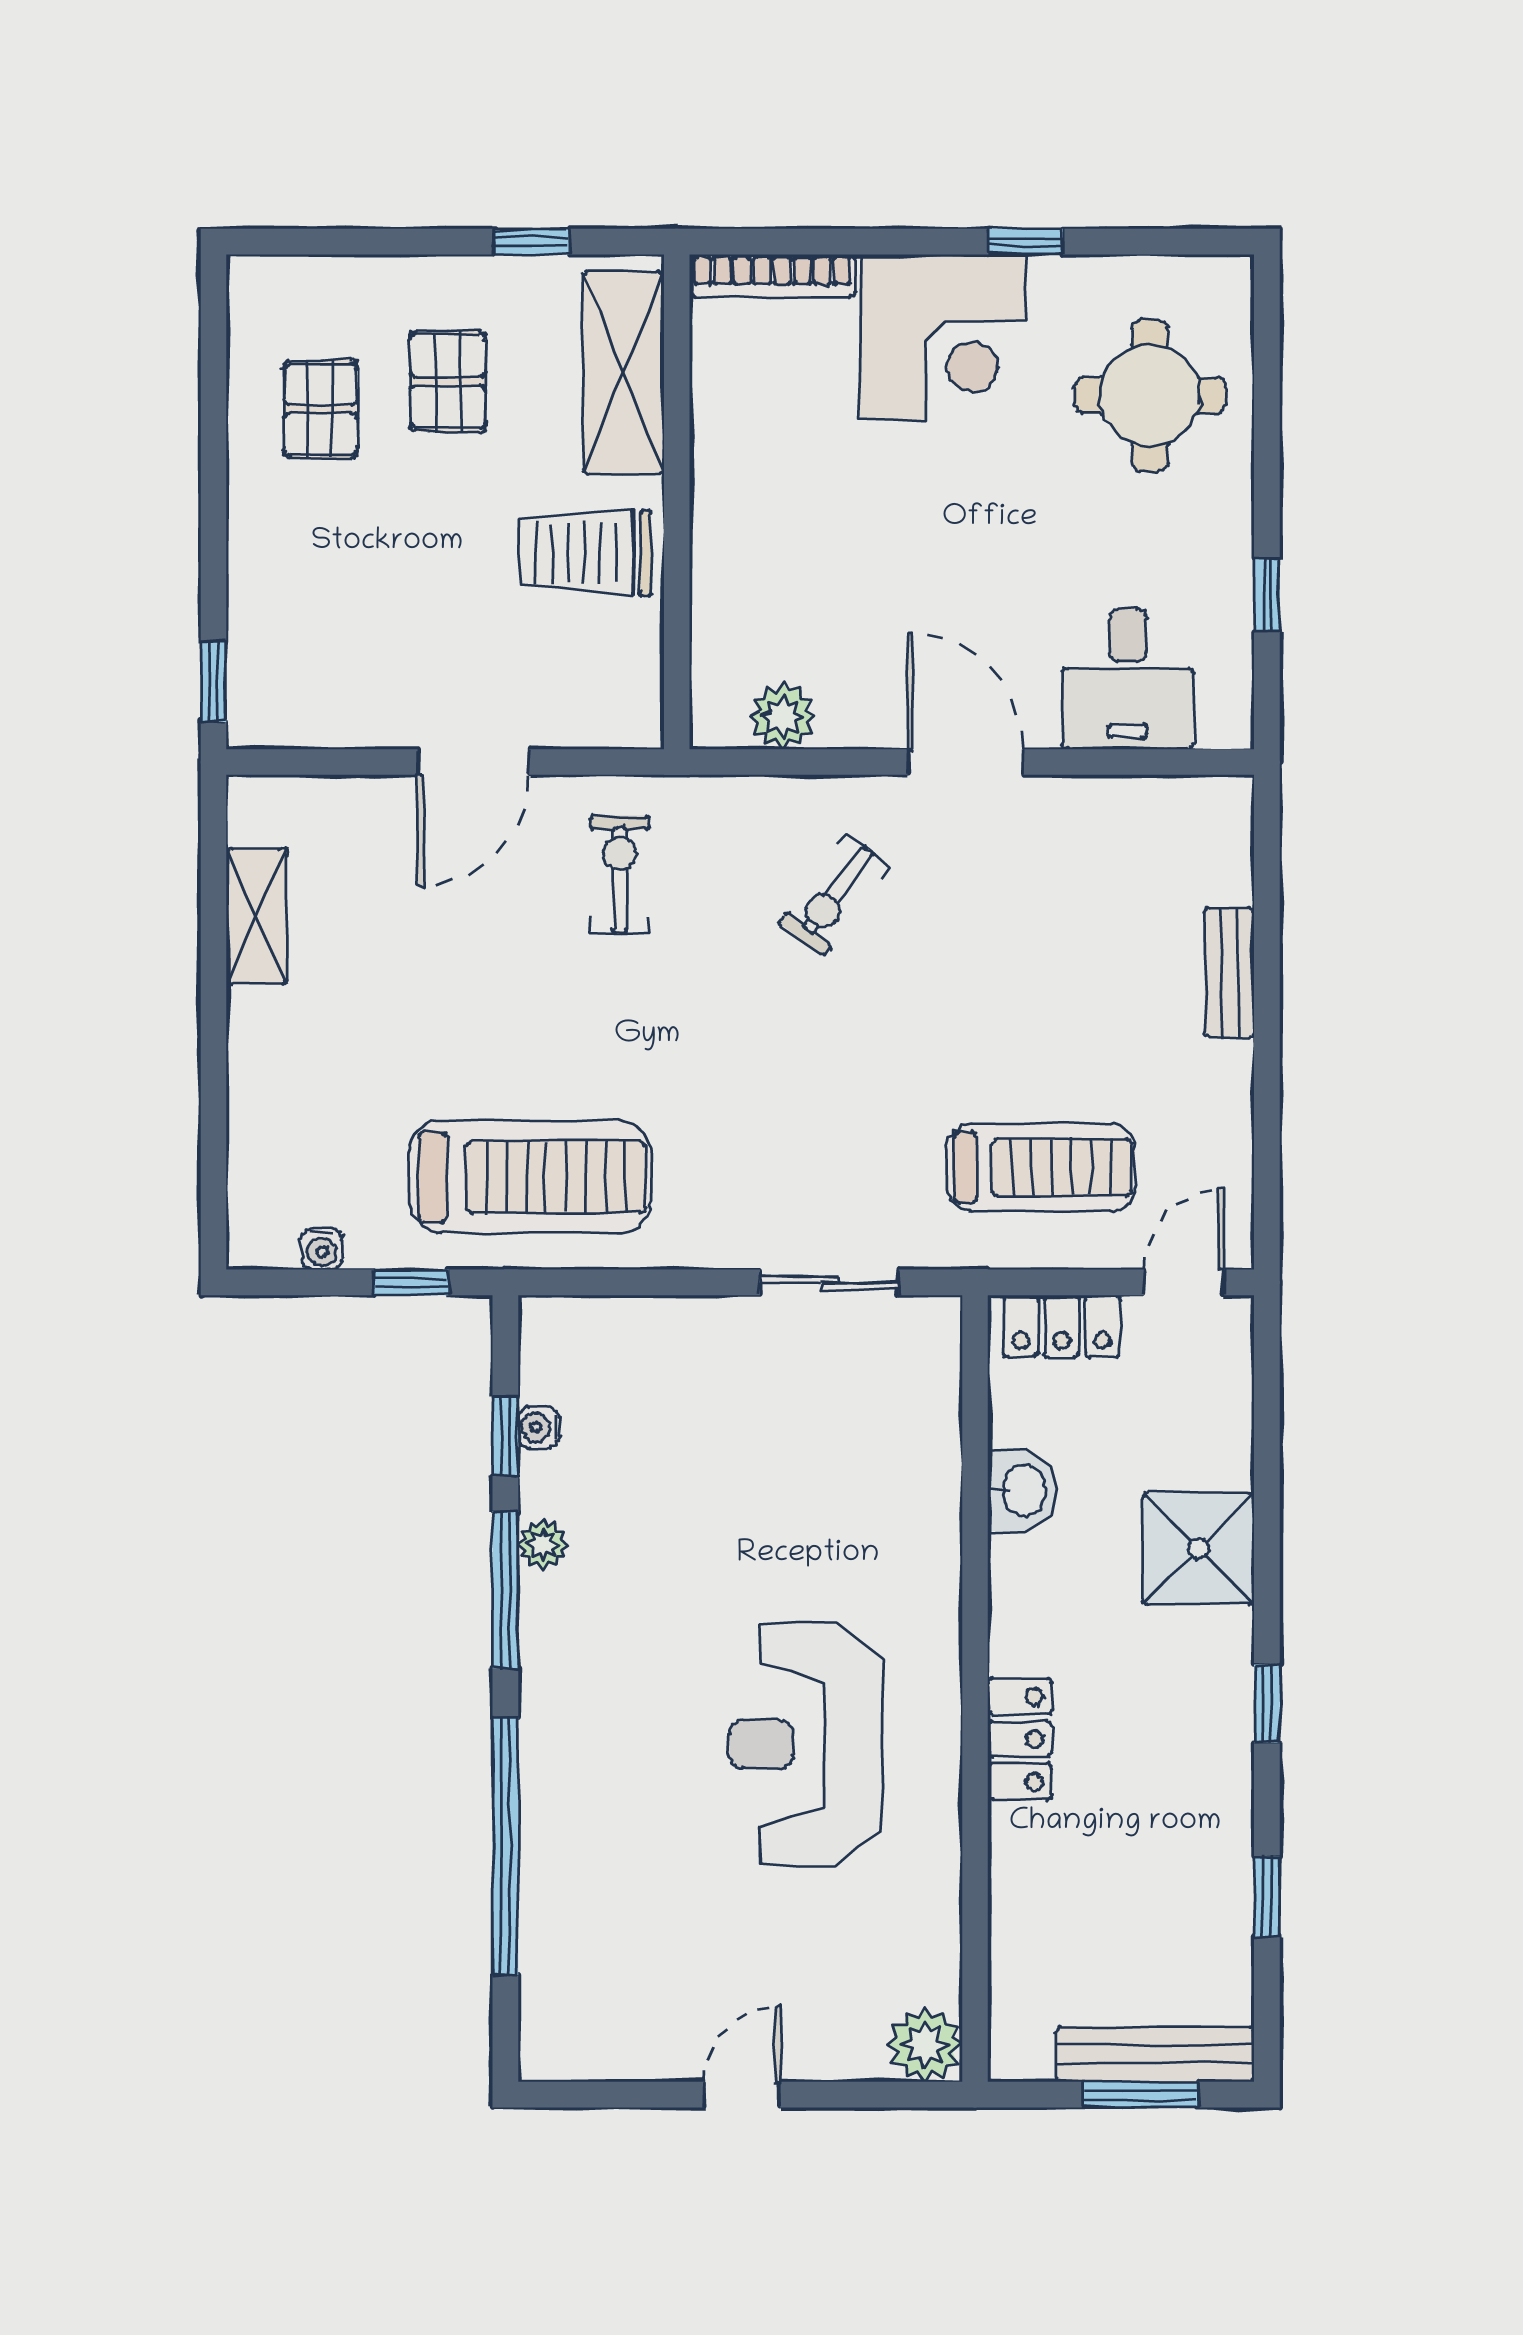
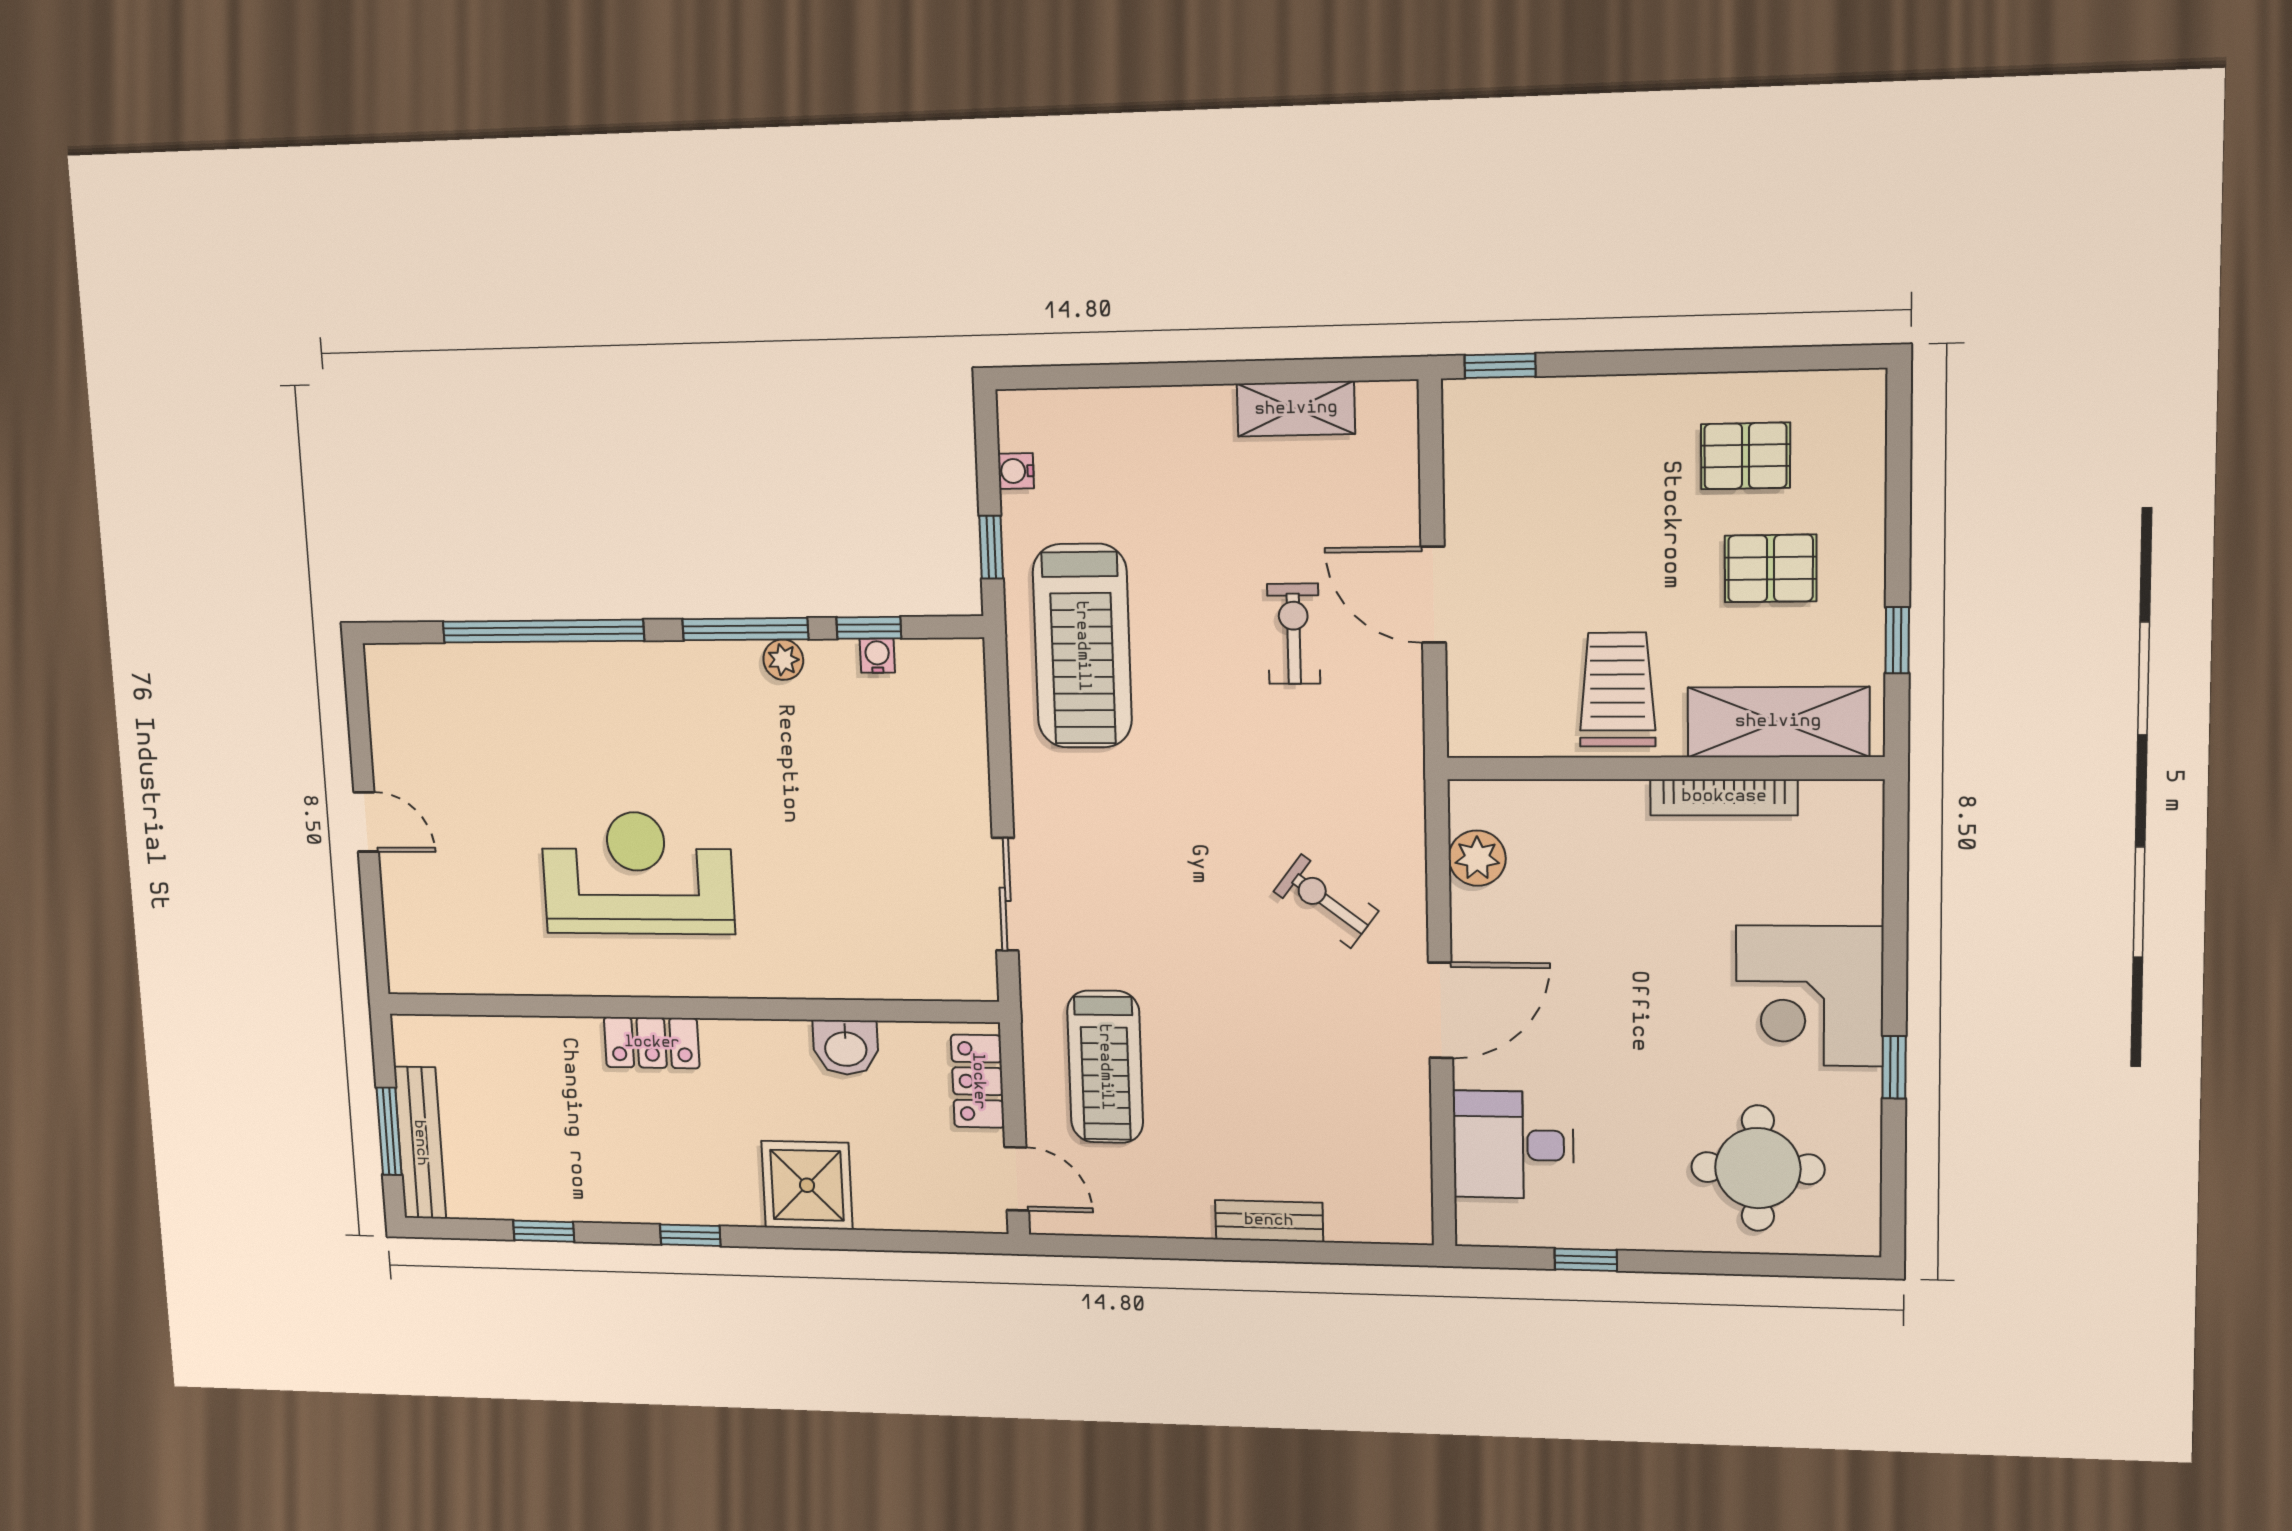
bookcase: (772, 276) -> (1724, 797), moved, turned -90
exercise bike: (620, 874) -> (1294, 634), moved, turned -90
plant: (925, 2045) -> (414, 965), removed

